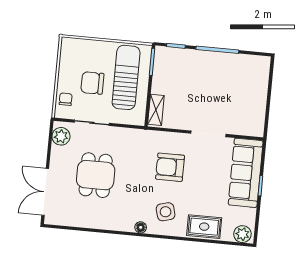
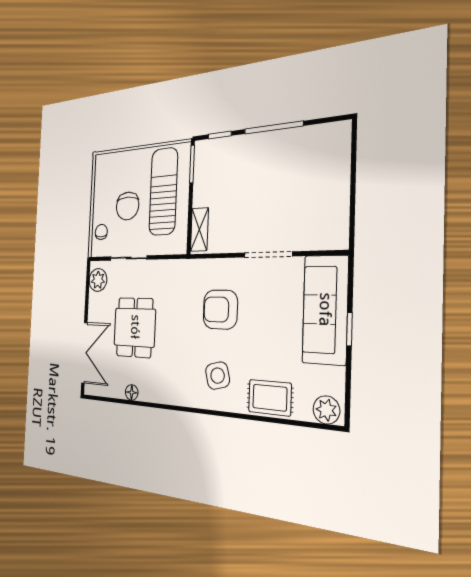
chair: (92, 83) -> (128, 206), turned -90
double door: (45, 192) -> (84, 353), swing flipped
floor lamp: (141, 227) -> (132, 392), moved

